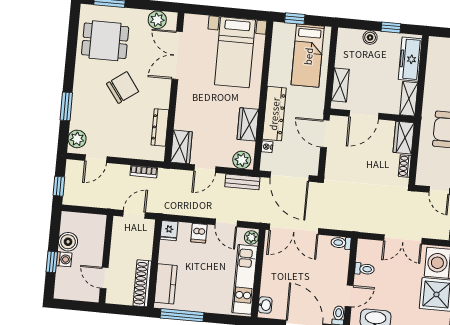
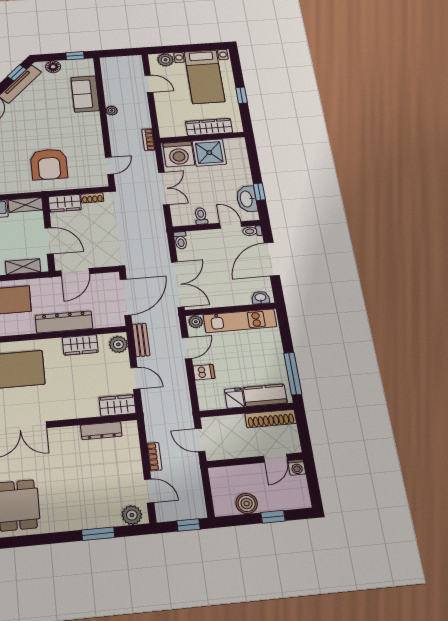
chair: (123, 88) -> (66, 477), removed
nightstand: (267, 147) -> (100, 323), removed
bookcase: (144, 172) -> (154, 457), moved
fridge: (169, 231) -> (234, 398), moved, turned -90
washing machine: (64, 259) -> (297, 467), moved, turned 180

